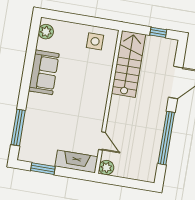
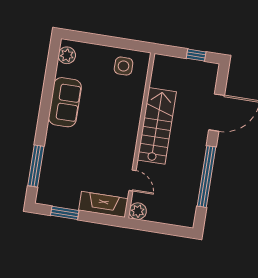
stairs: (128, 64) -> (157, 126), moved

